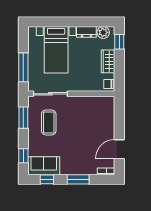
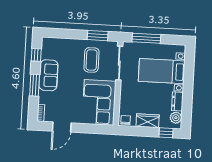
corner sofa: (92, 112) -> (99, 102), added
coffee table: (49, 122) -> (91, 60), turned 90
door: (119, 149) -> (62, 127), swing flipped
window: (23, 156) -> (60, 33), removed
sofa: (44, 166) -> (48, 75), moved

